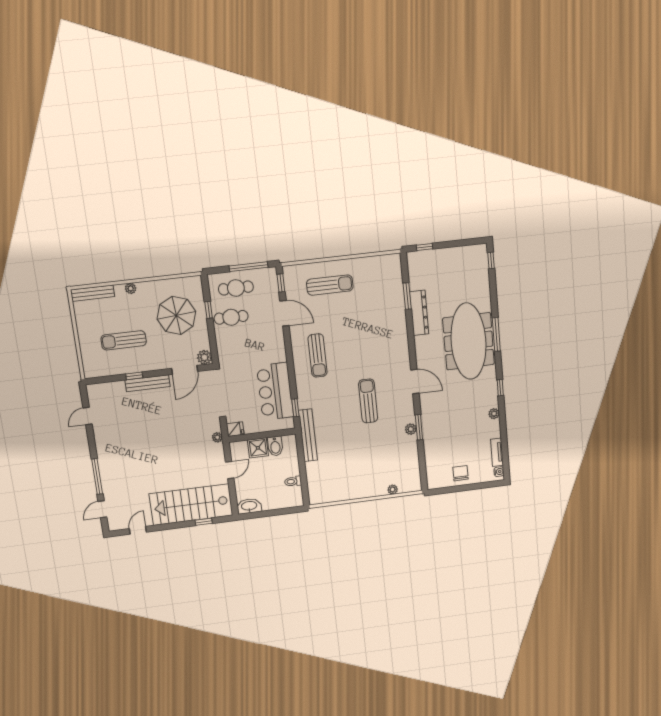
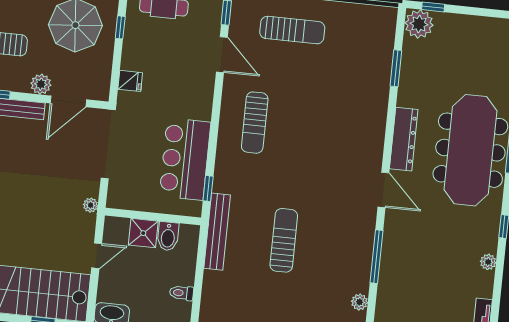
plant: (417, 261) -> (419, 24), added
dresser: (419, 313) -> (404, 139), moved
cafe table: (231, 317) -> (148, 44), removed
plant: (204, 357) -> (41, 84), moved
sun lounger: (368, 401) -> (284, 240), moved
window: (419, 427) -> (376, 257), width x1.44
fridge: (235, 429) -> (130, 81), moved
plant: (411, 429) -> (359, 302), moved

